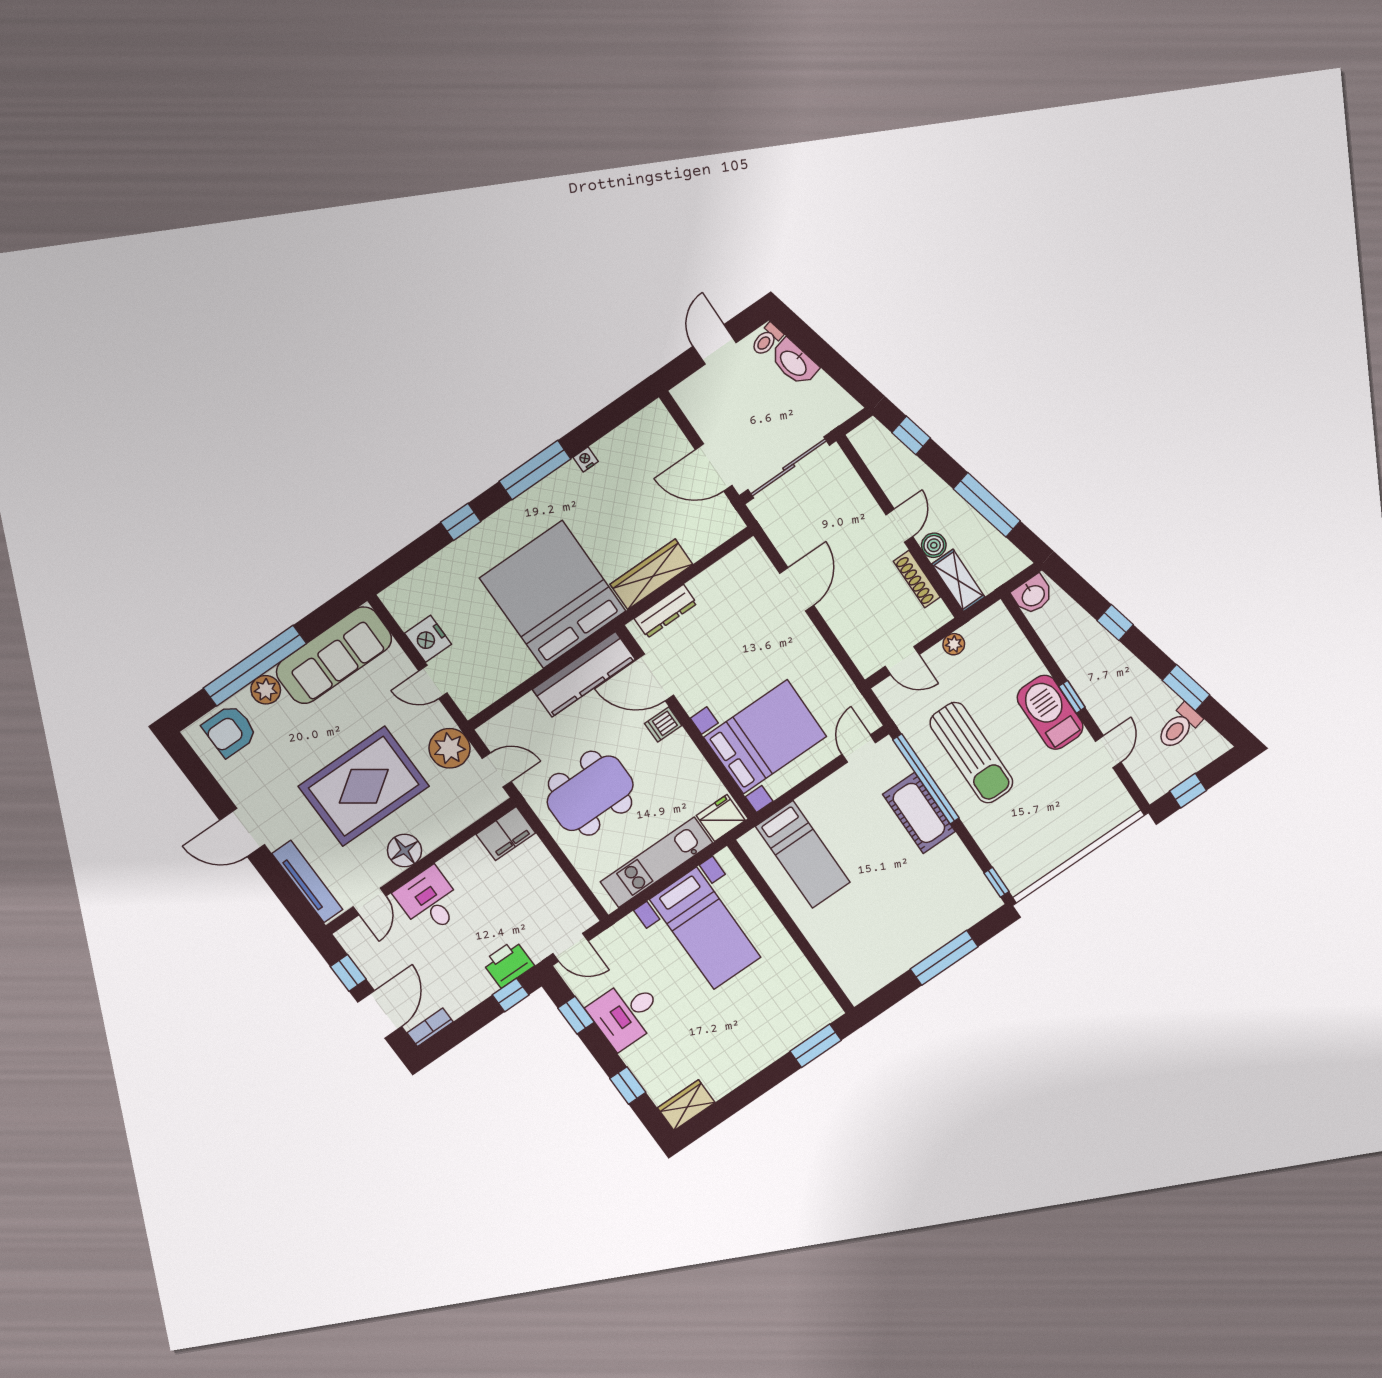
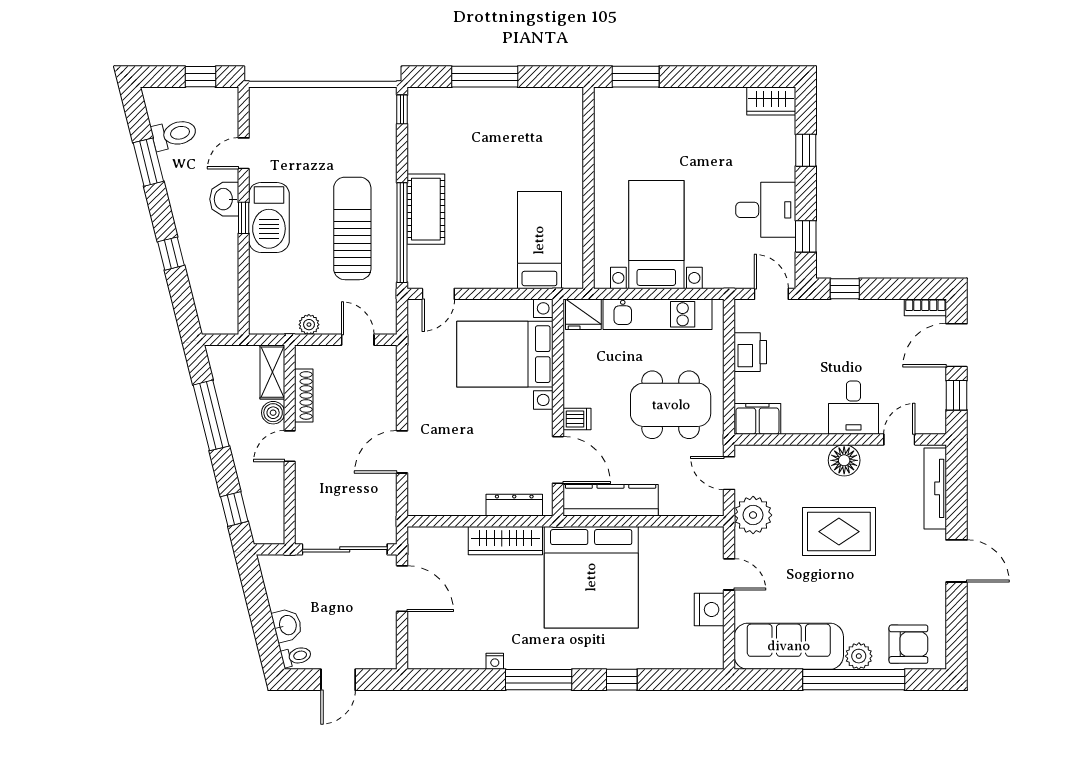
washbasin: (794, 363) -> (287, 625), width x0.72
washbasin: (1033, 595) -> (224, 199), moved, turned -90
rug: (364, 786) -> (839, 532), width x0.73, depth x0.69
printer: (508, 964) -> (750, 352), moved, turned -90

